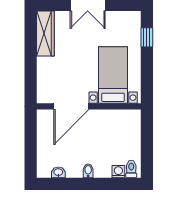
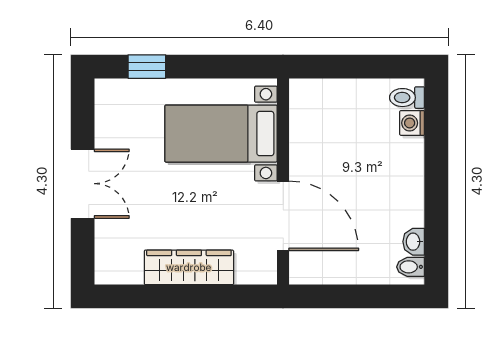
wardrobe: (45, 33) -> (189, 267), moved
bidet: (88, 171) -> (411, 267), moved

